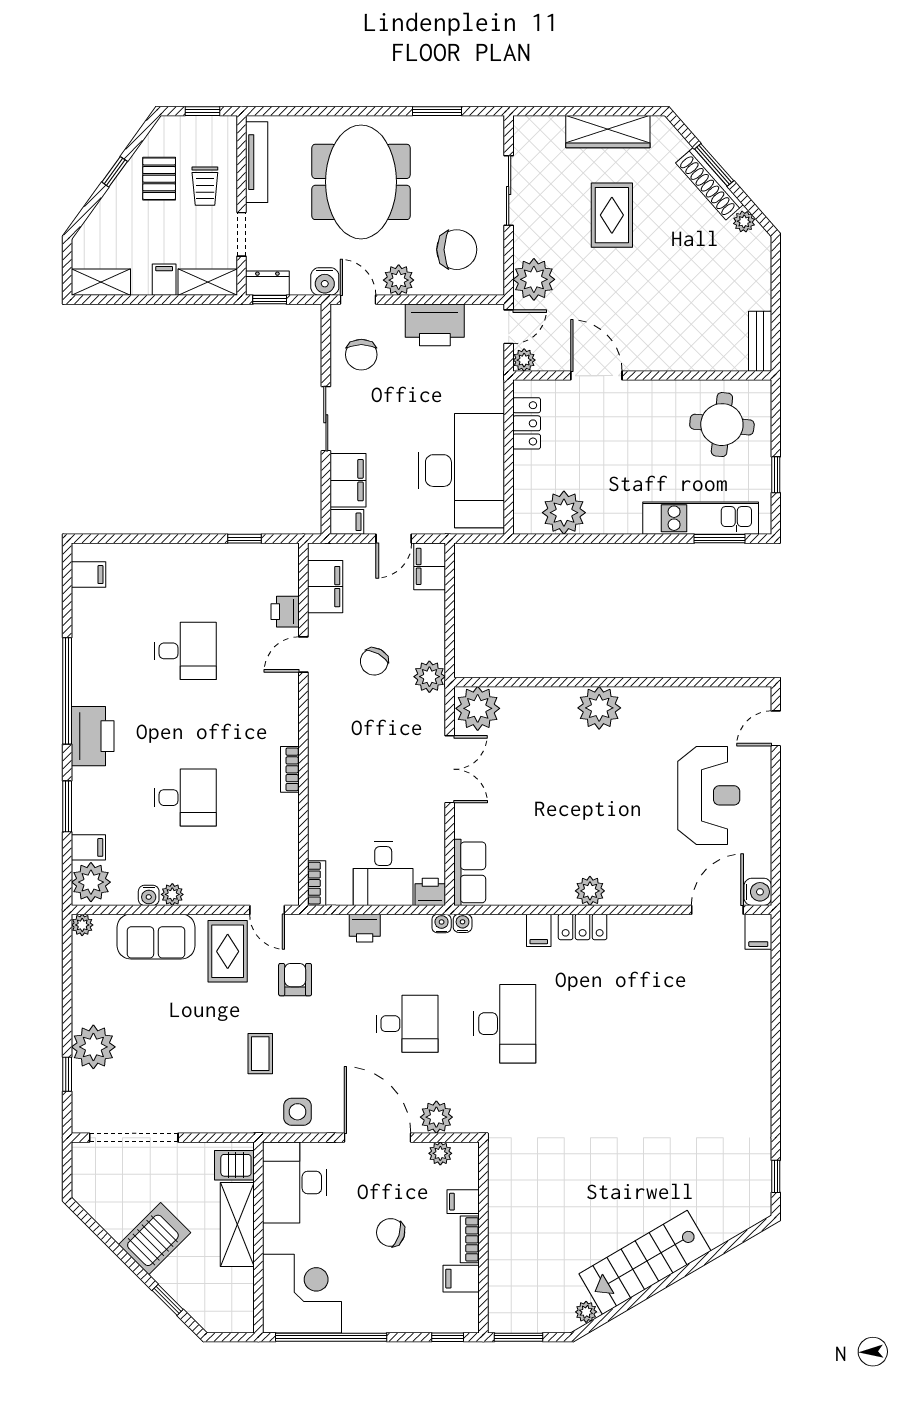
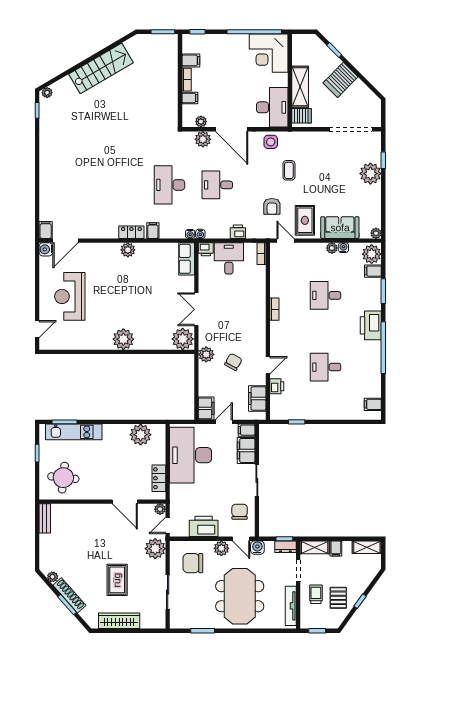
chair: (391, 1233) -> (225, 83), removed
plant: (586, 1312) -> (47, 93), moved

